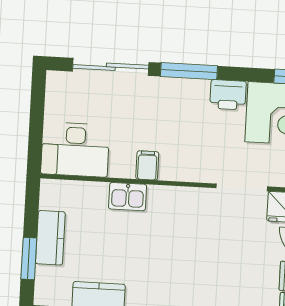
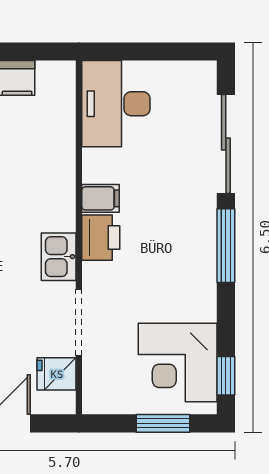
printer: (228, 95) -> (101, 238), moved, turned 180
kitchen sink: (128, 197) -> (59, 257), moved

